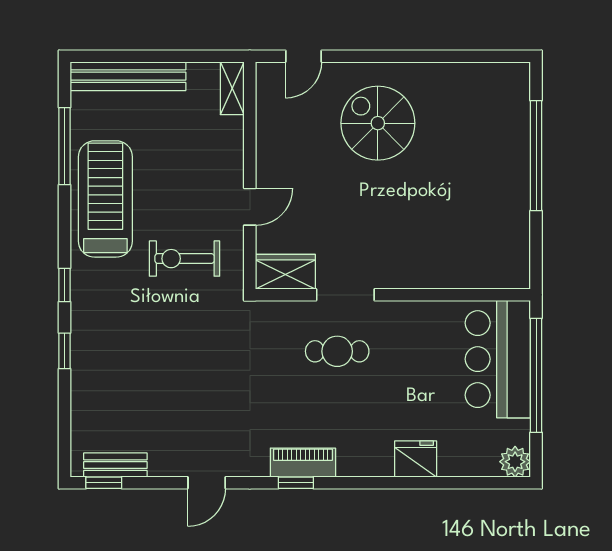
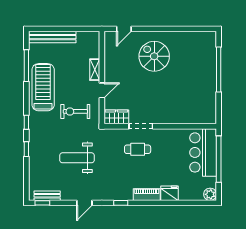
shelving: (232, 88) -> (95, 70), moved
weight bench: (189, 372) -> (77, 158), added
piano: (303, 463) -> (147, 195), moved

